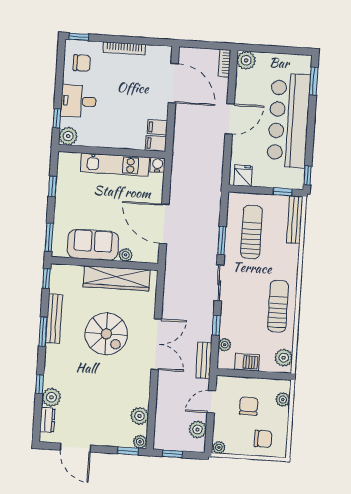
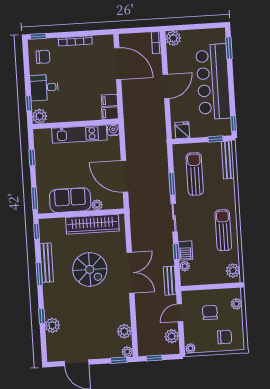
barbecue: (247, 362) -> (185, 251), moved, turned 90
dresser: (47, 420) -> (52, 344), removed

